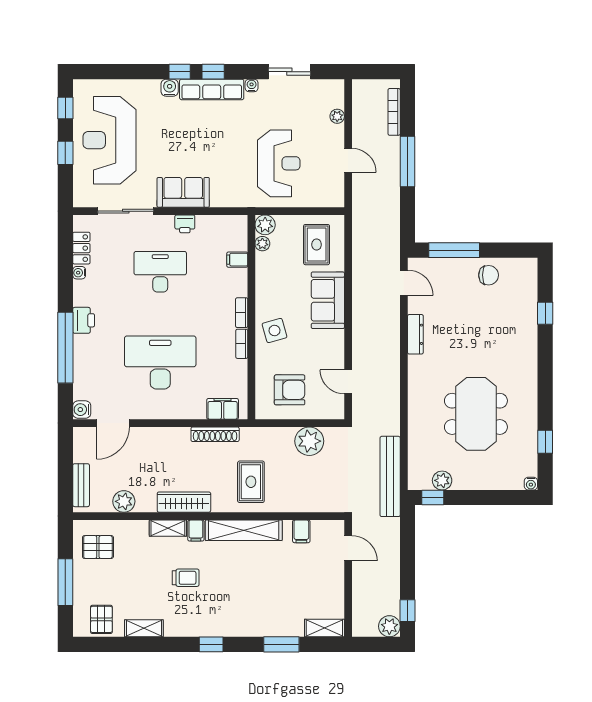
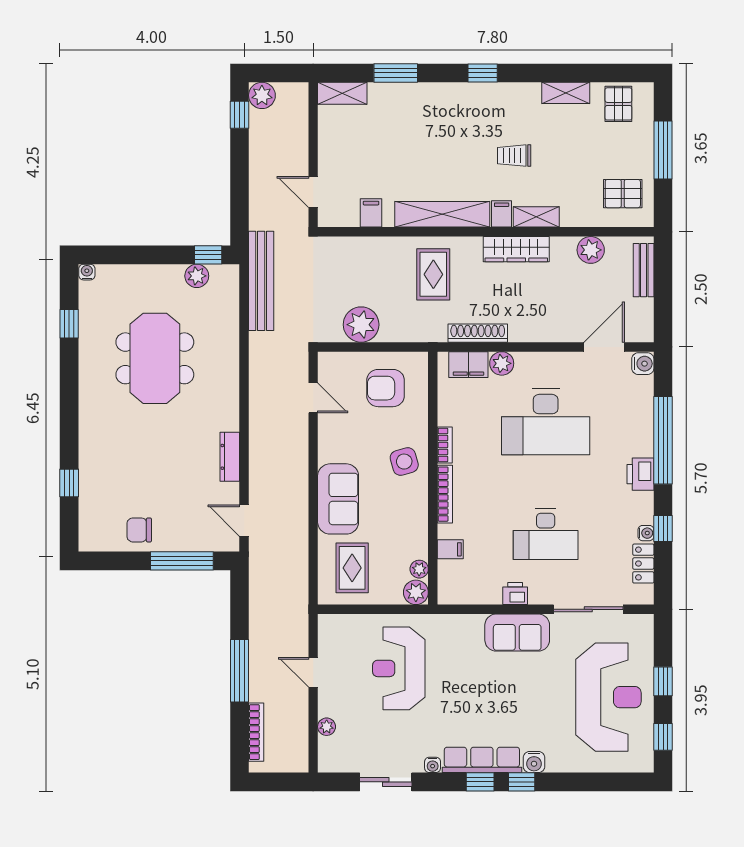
window: (65, 276) -> (663, 529), added
bookcase: (242, 313) -> (445, 494), width x1.56
plant: (196, 410) -> (502, 363), added

